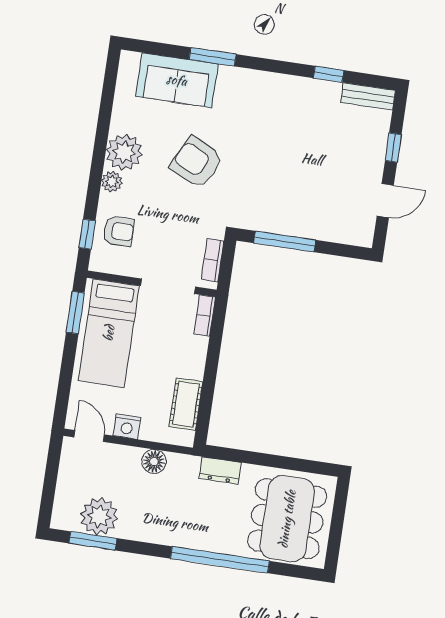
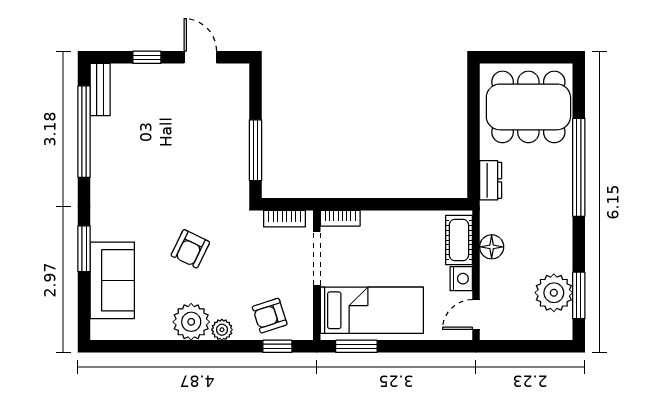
window: (329, 74) -> (84, 132), width x3.17
armchair: (197, 162) -> (190, 249), width x0.72, depth x0.72
armchair: (119, 231) -> (270, 316), turned -108
cot: (186, 404) -> (459, 240), moved, turned 90

